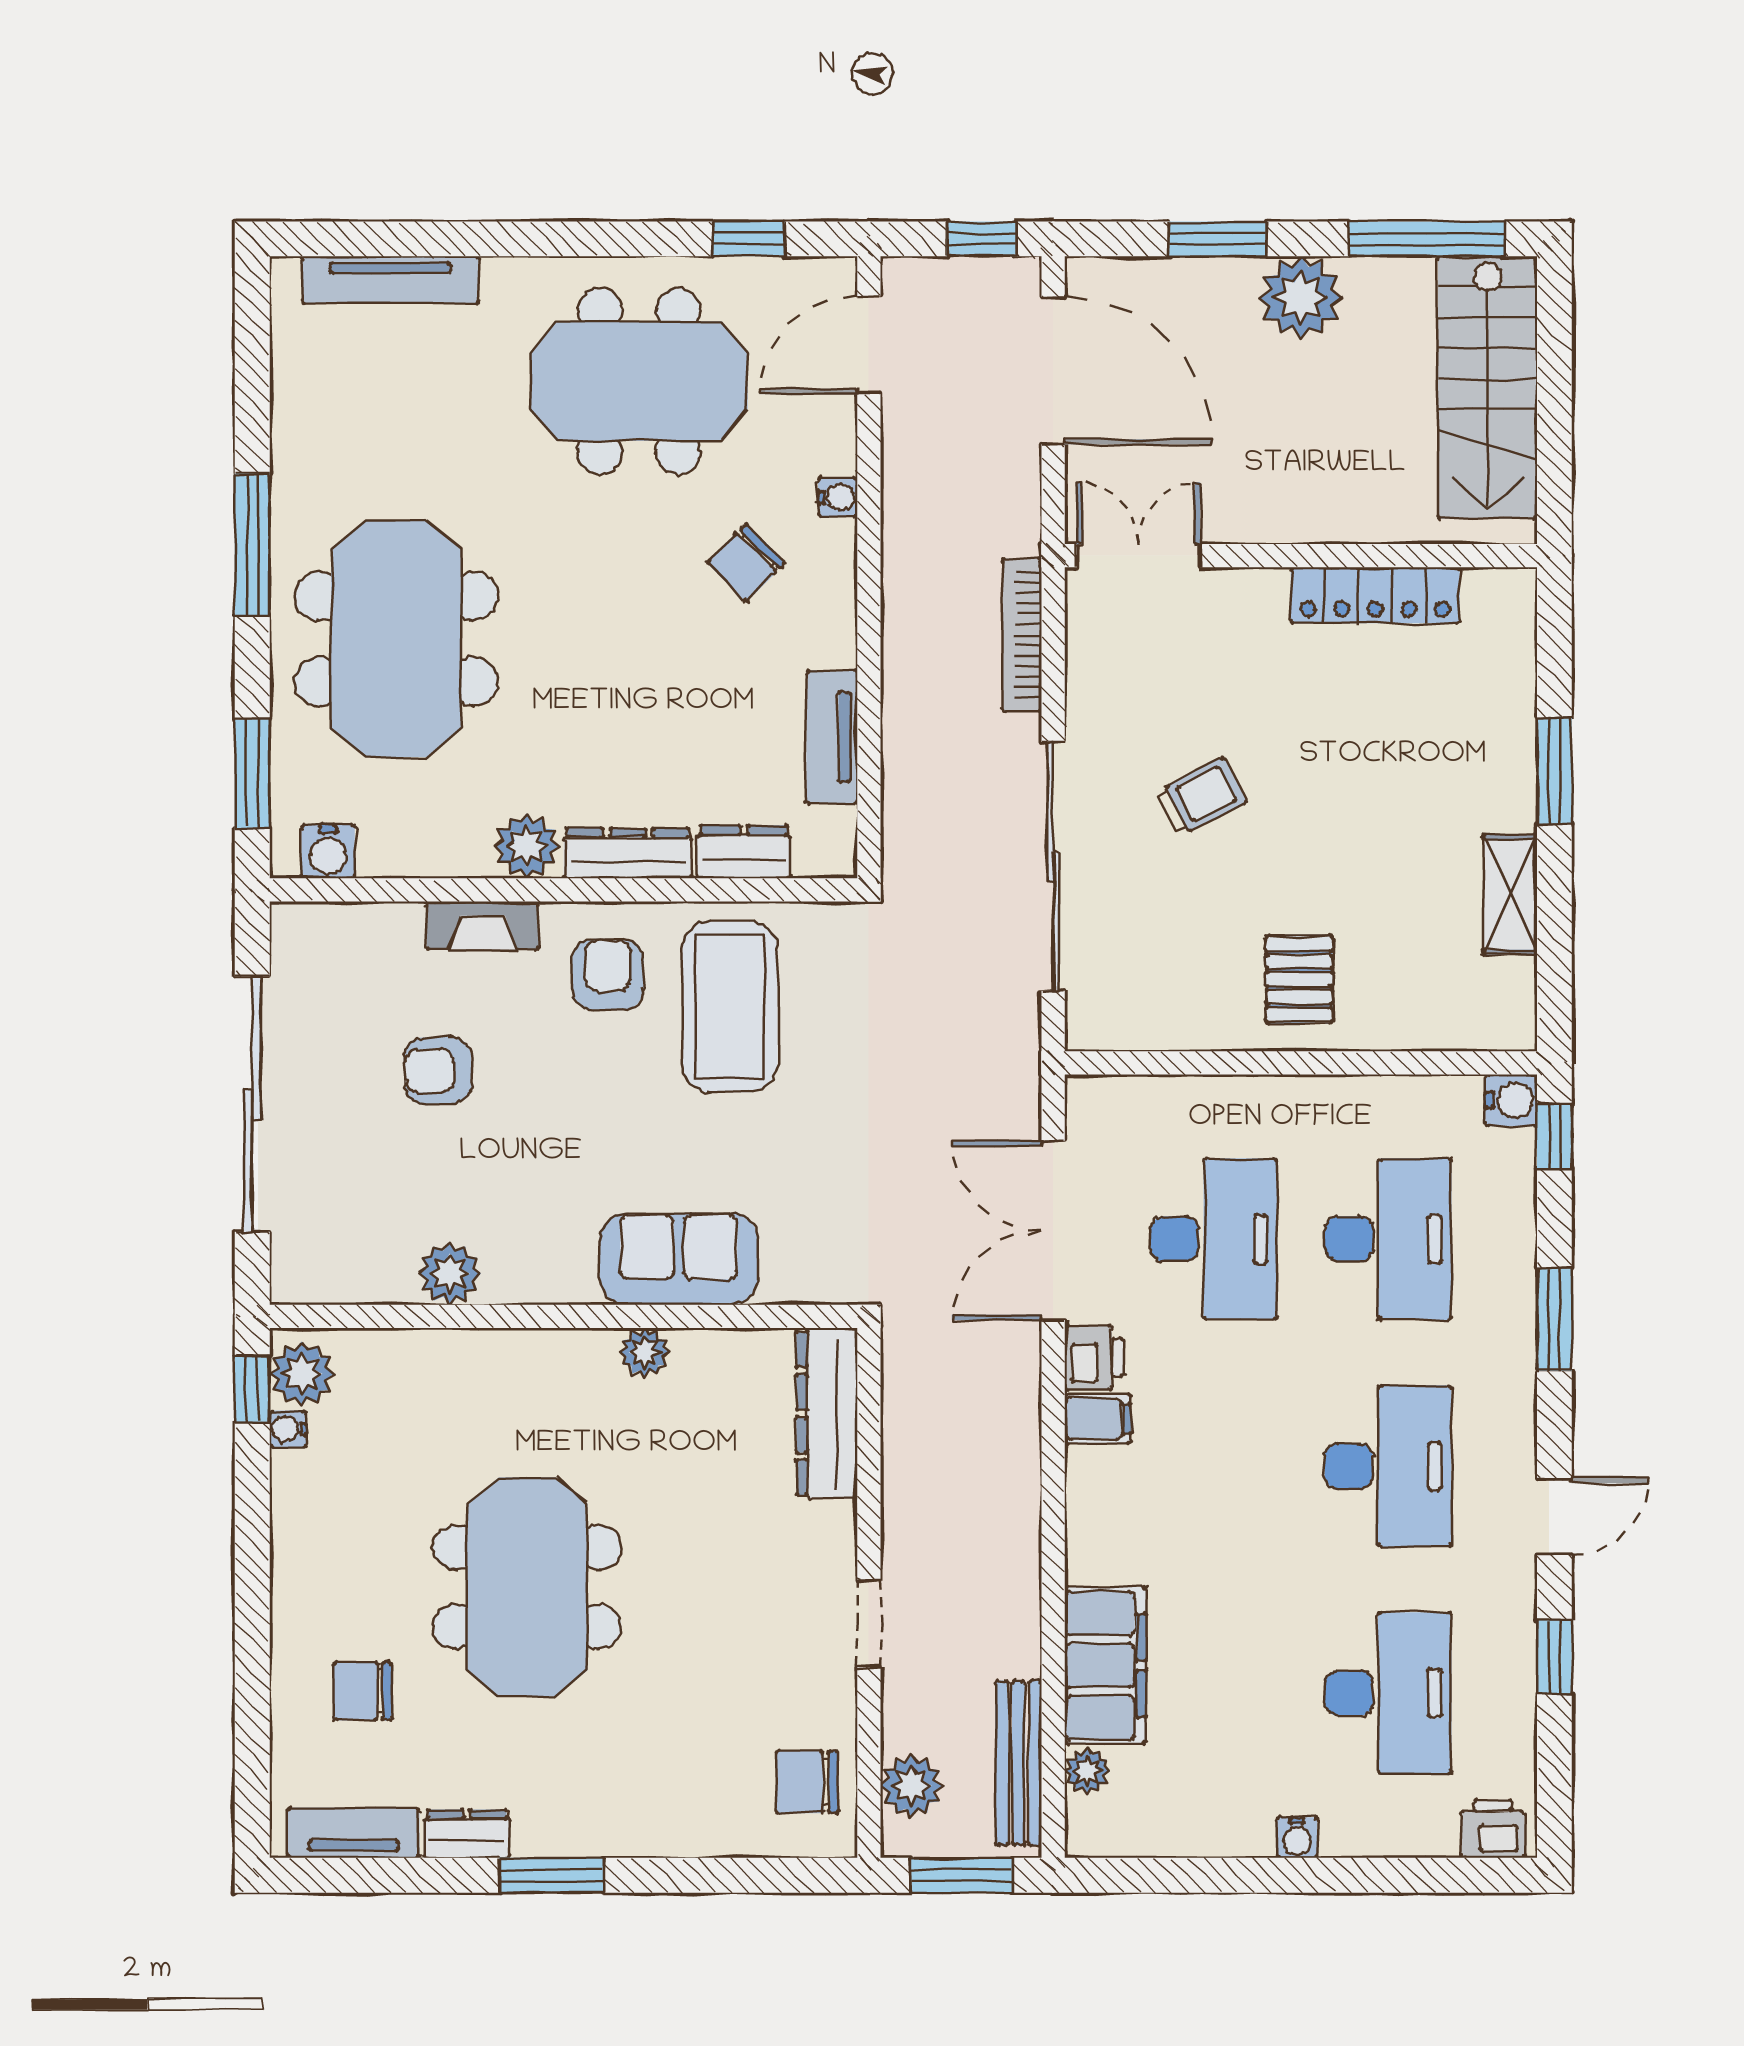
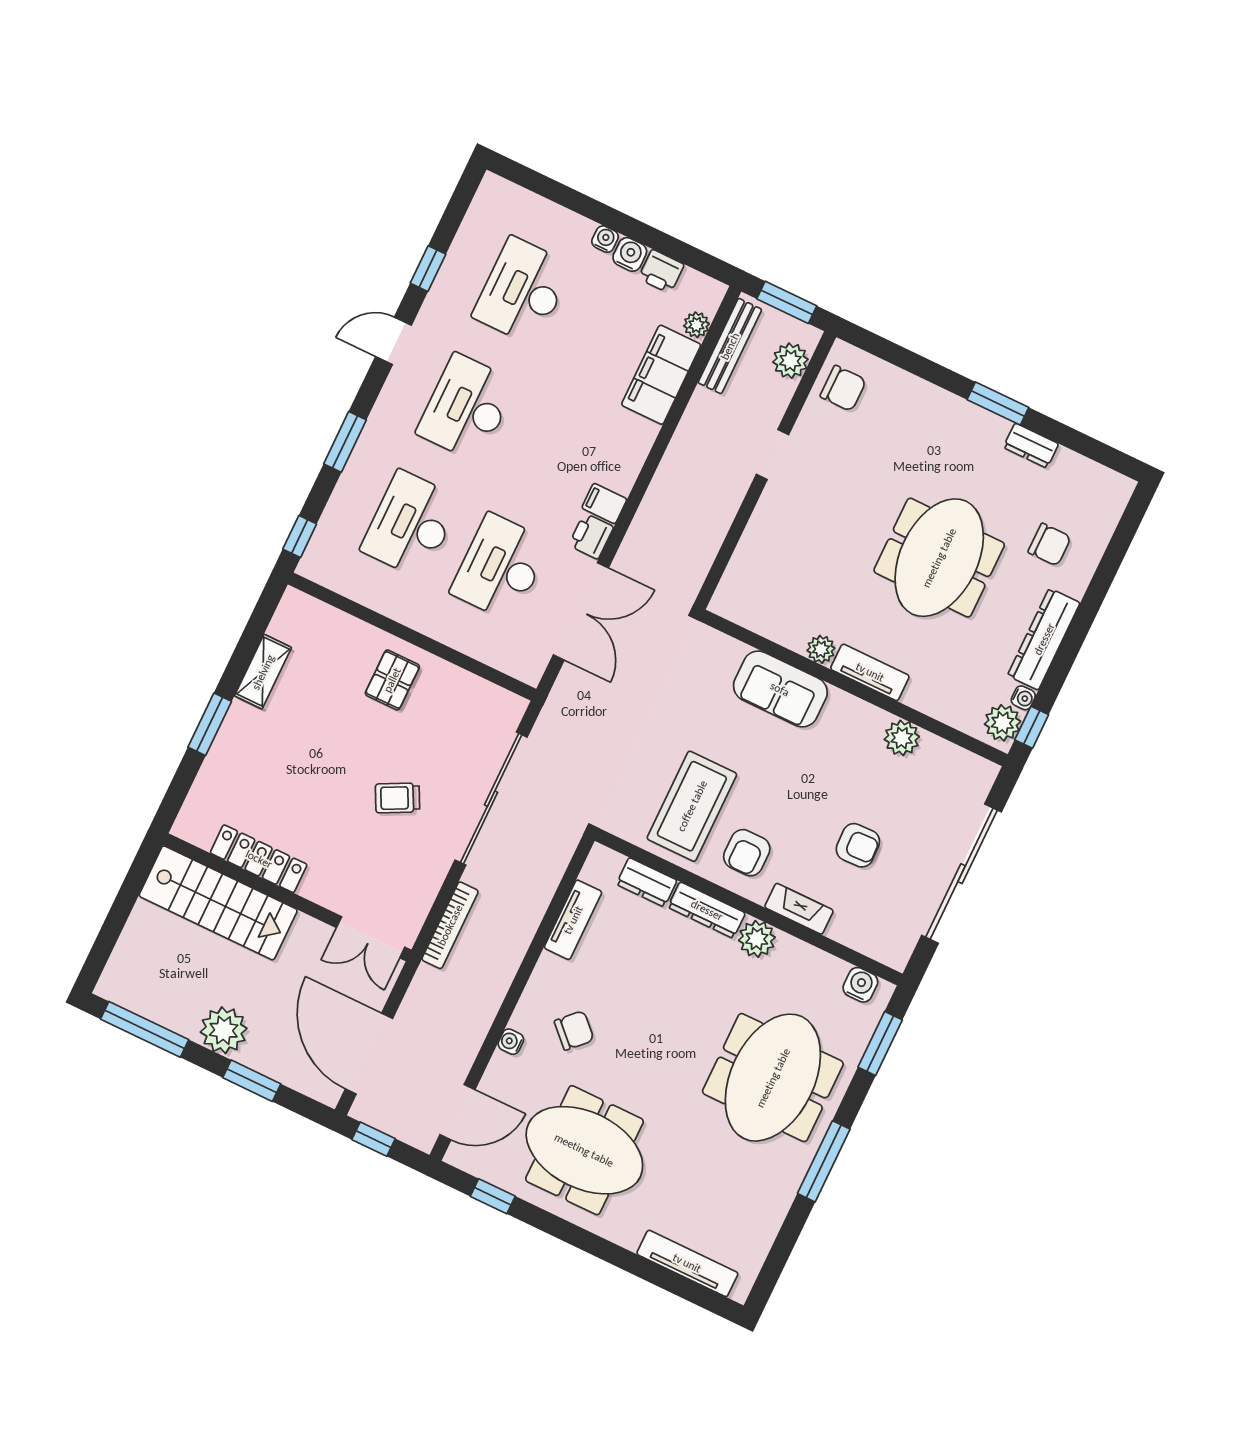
stairs: (1488, 388) -> (218, 903), moved, turned 90
water cooler: (1511, 1100) -> (630, 254), moved, turned 90
dresser: (827, 1413) -> (1044, 639), moved, turned 180
printer: (1493, 1829) -> (661, 271), moved
tv unit: (354, 1833) -> (870, 672), moved, turned 180

